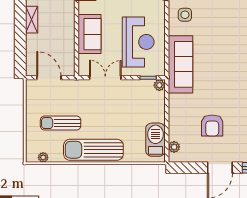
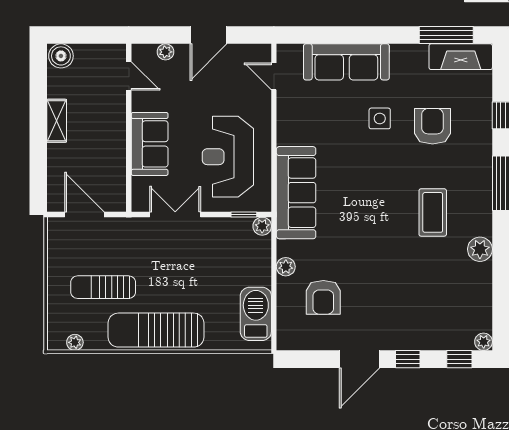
side table: (185, 15) -> (380, 118), moved
reception desk: (138, 42) -> (228, 157), turned 180
armchair: (212, 125) -> (323, 297), moved
plant: (174, 147) -> (286, 267), moved

